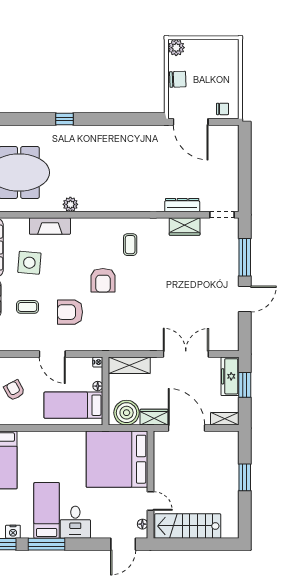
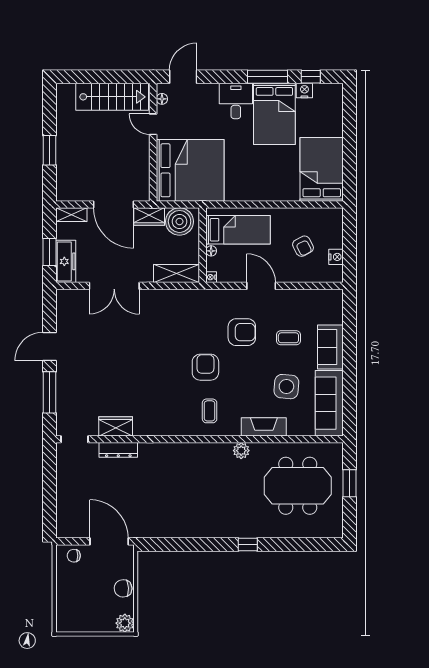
coffee table: (130, 245) -> (210, 411), moved
bed: (47, 510) -> (274, 114), width x1.50

